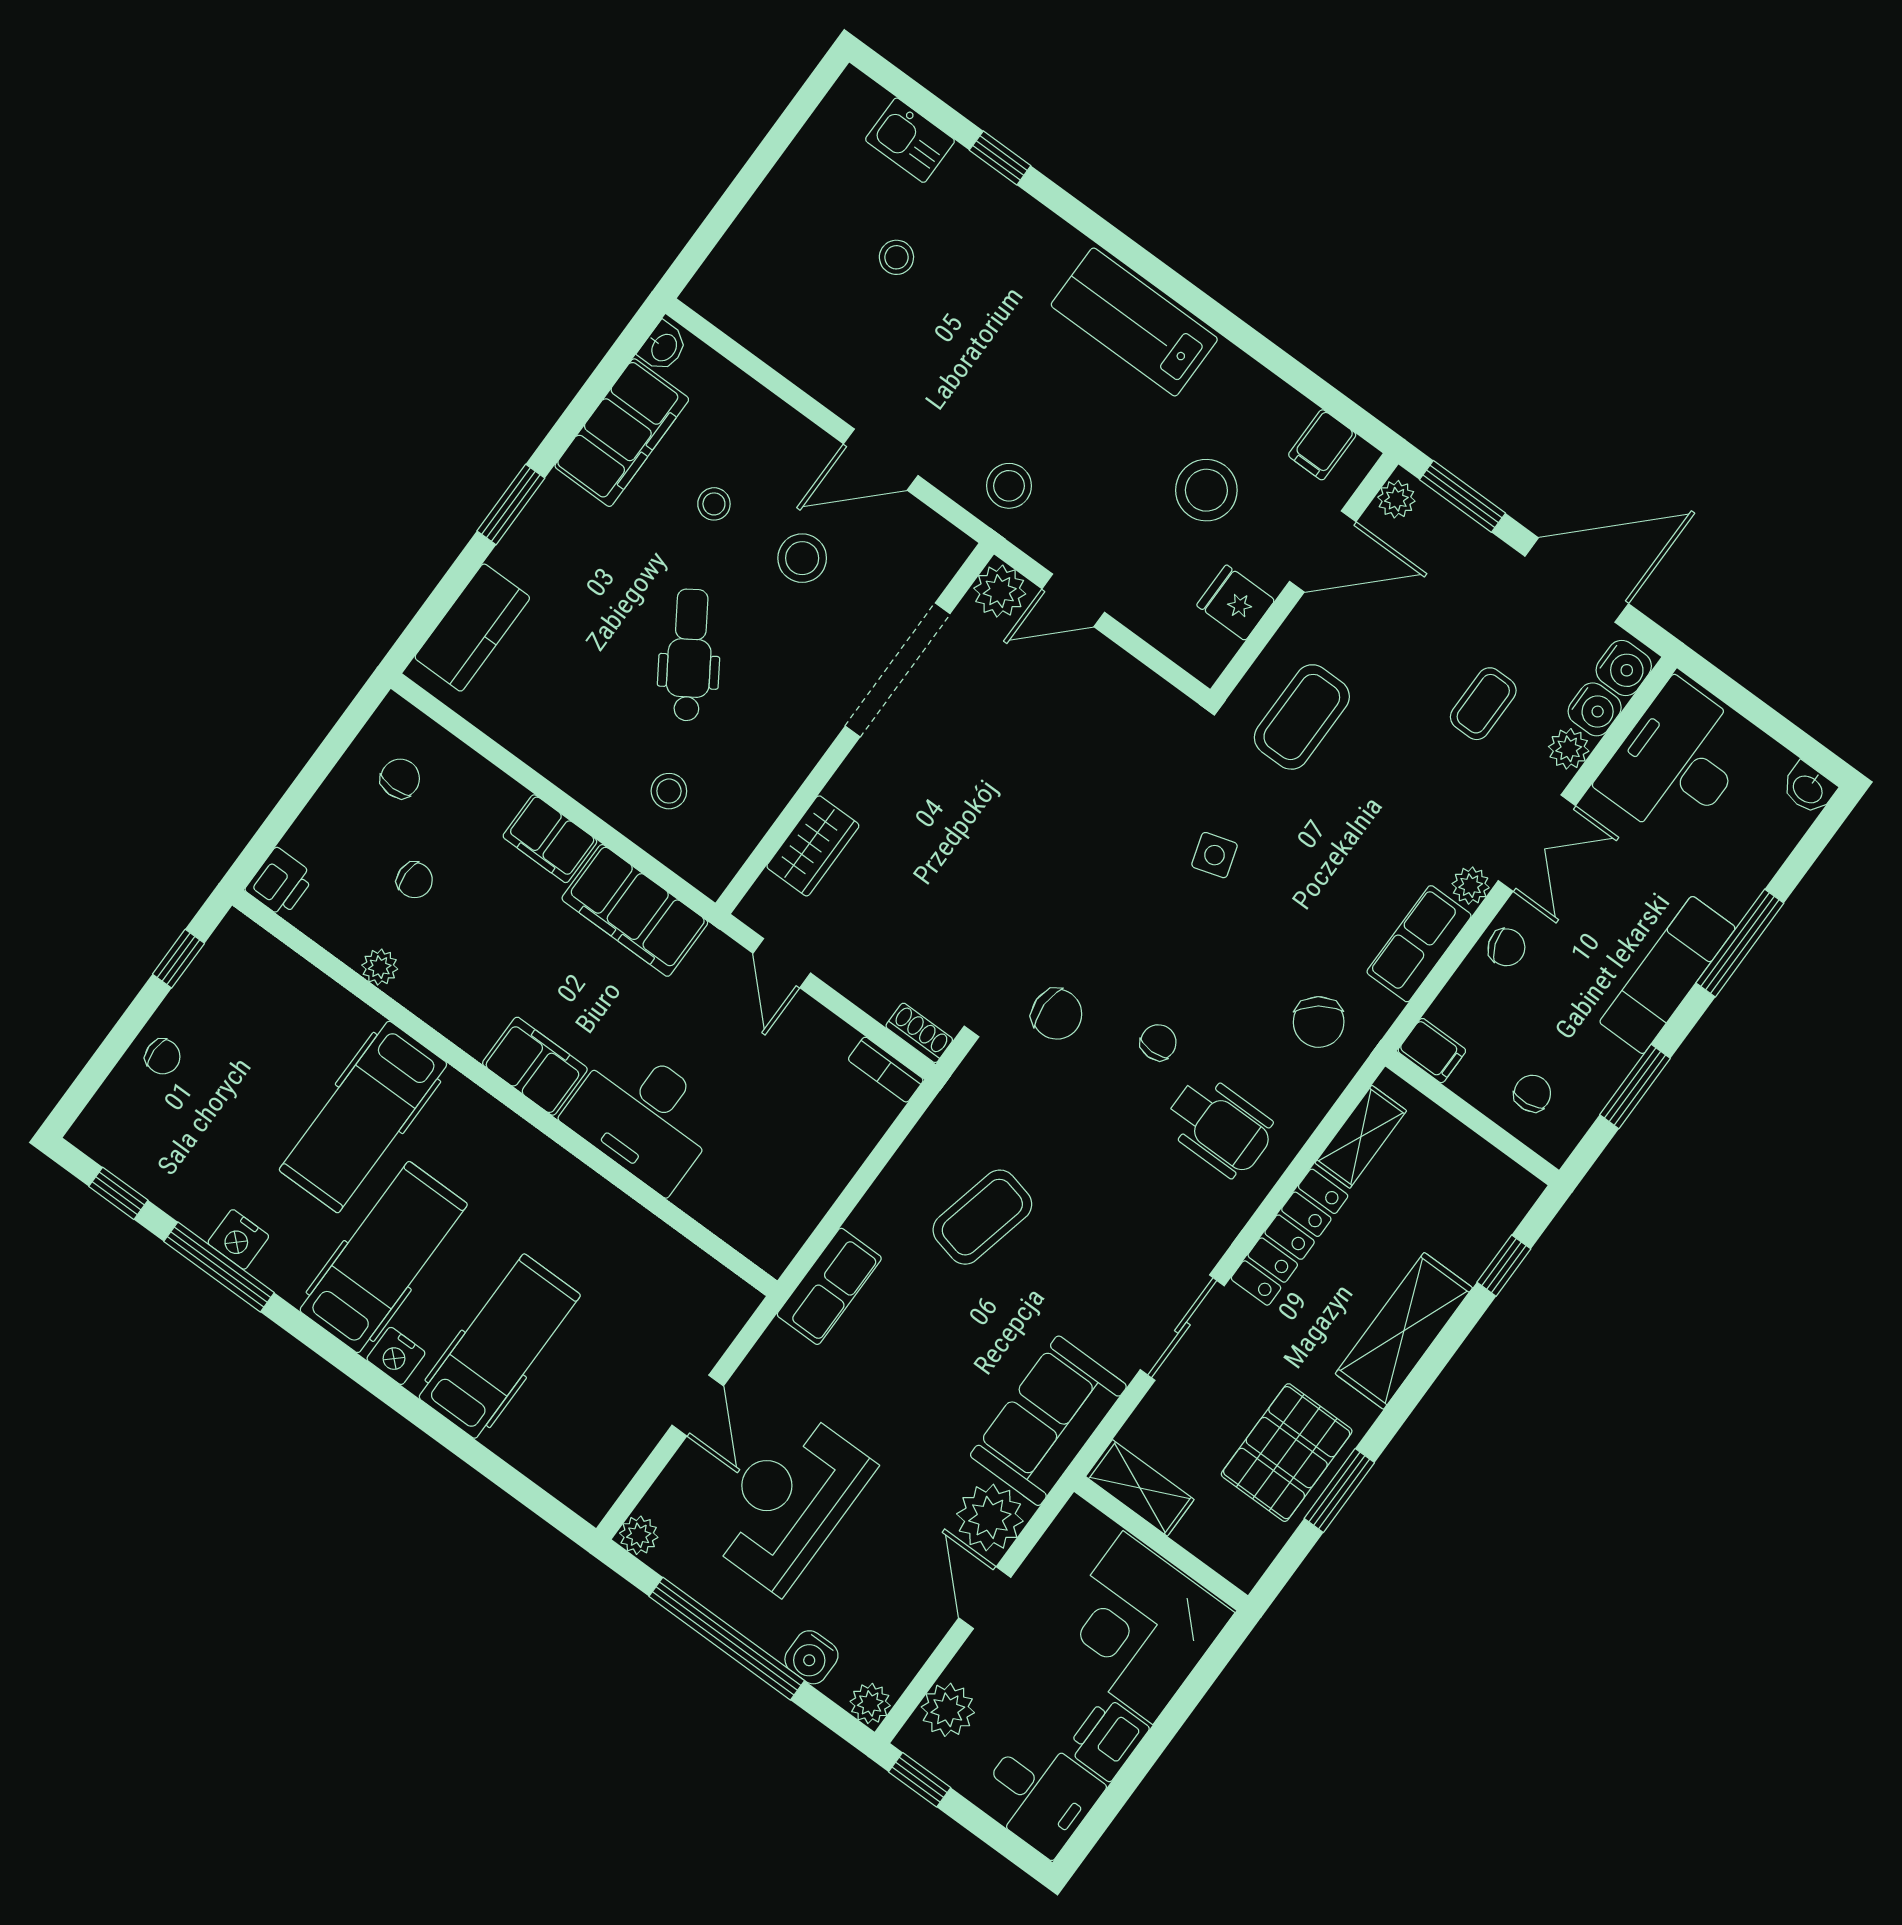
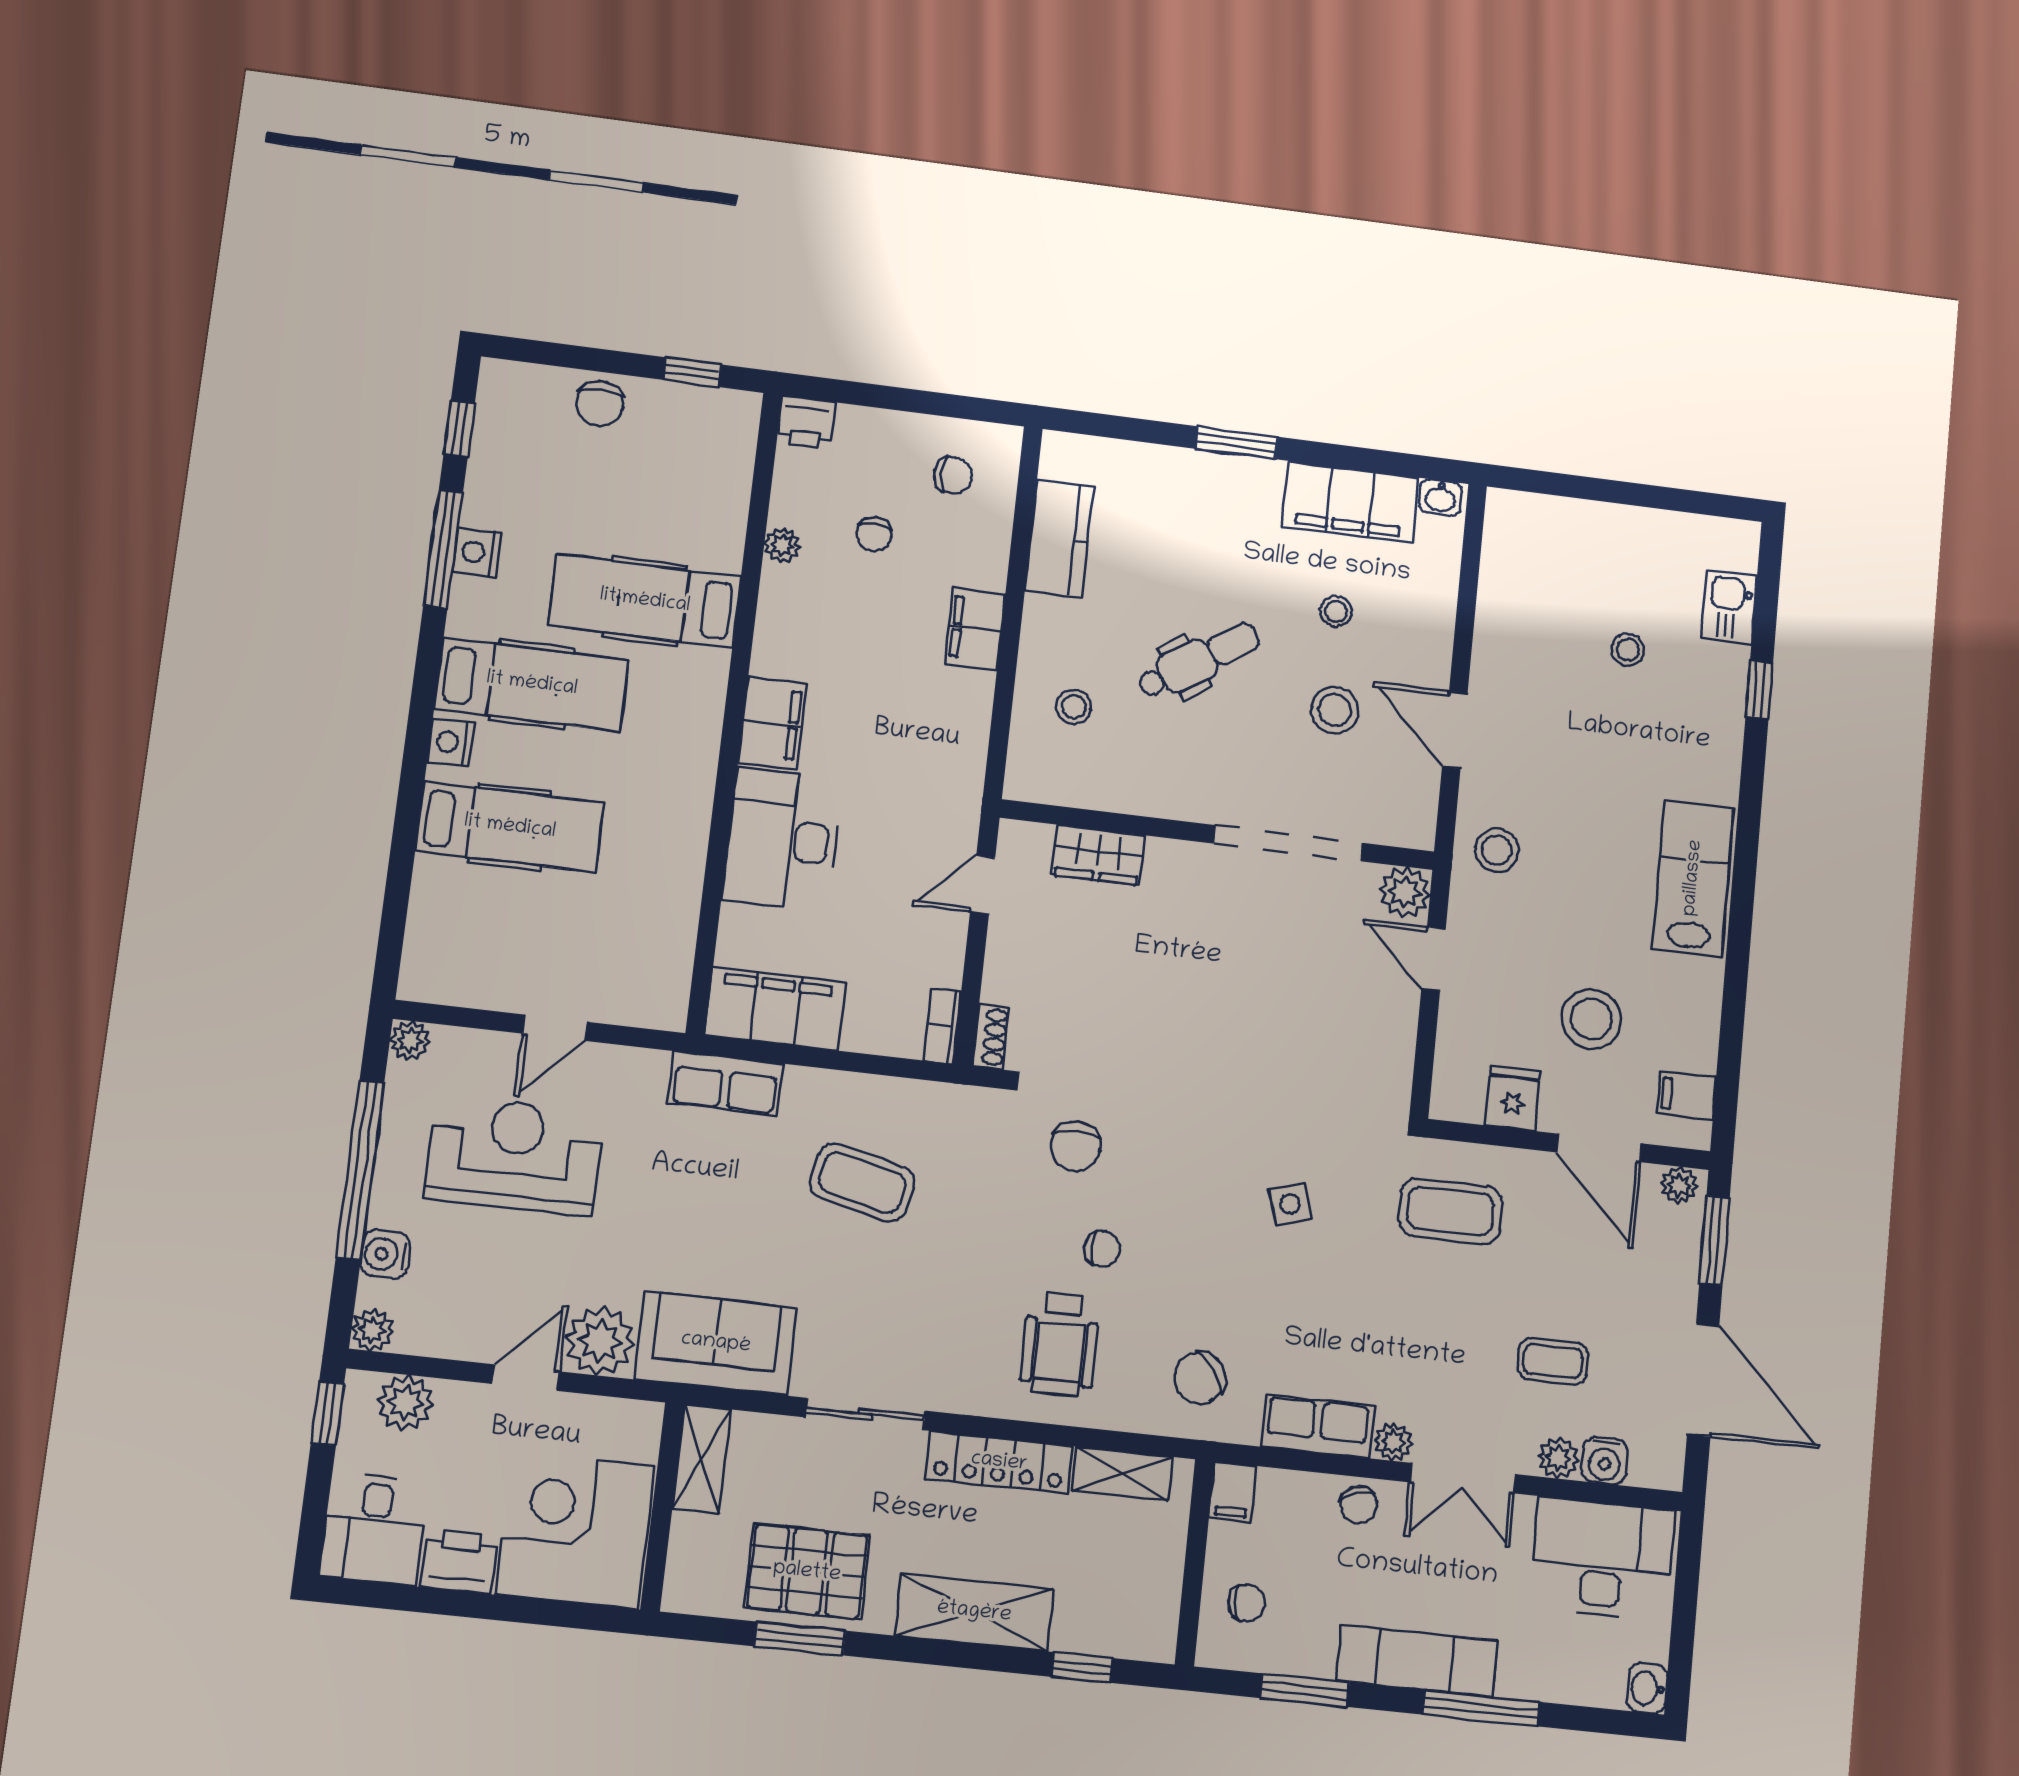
kitchen counter: (472, 628) -> (1059, 538), moved, turned -90
water cooler: (1624, 668) -> (1654, 1465), removed
filing cabinet: (635, 910) -> (776, 1009), moved, turned 90
chair: (163, 1057) -> (600, 404), width x1.37, depth x1.37

